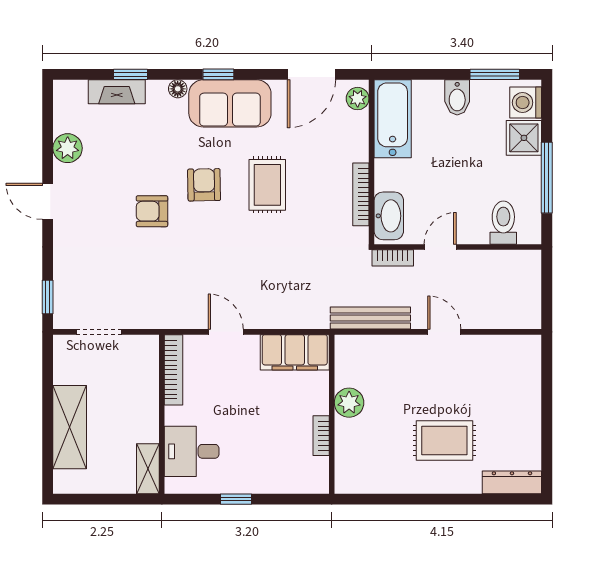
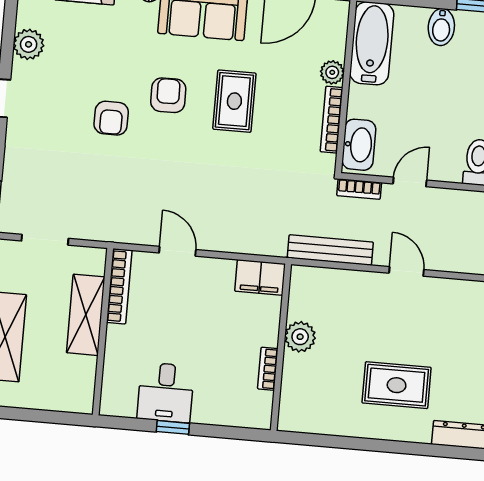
plant: (358, 99) -> (332, 72), moved
armchair: (152, 211) -> (111, 118), turned -90
filing cabinet: (295, 352) -> (260, 277), width x0.67, depth x0.86
desk: (192, 451) -> (166, 392), moved, turned -90
shelving: (148, 469) -> (86, 315), moved, width x1.50, depth x1.33

